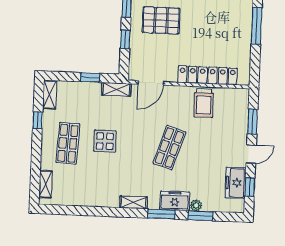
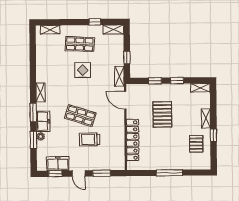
pallet: (161, 20) -> (162, 114), moved
trolley: (204, 103) -> (90, 139), moved

